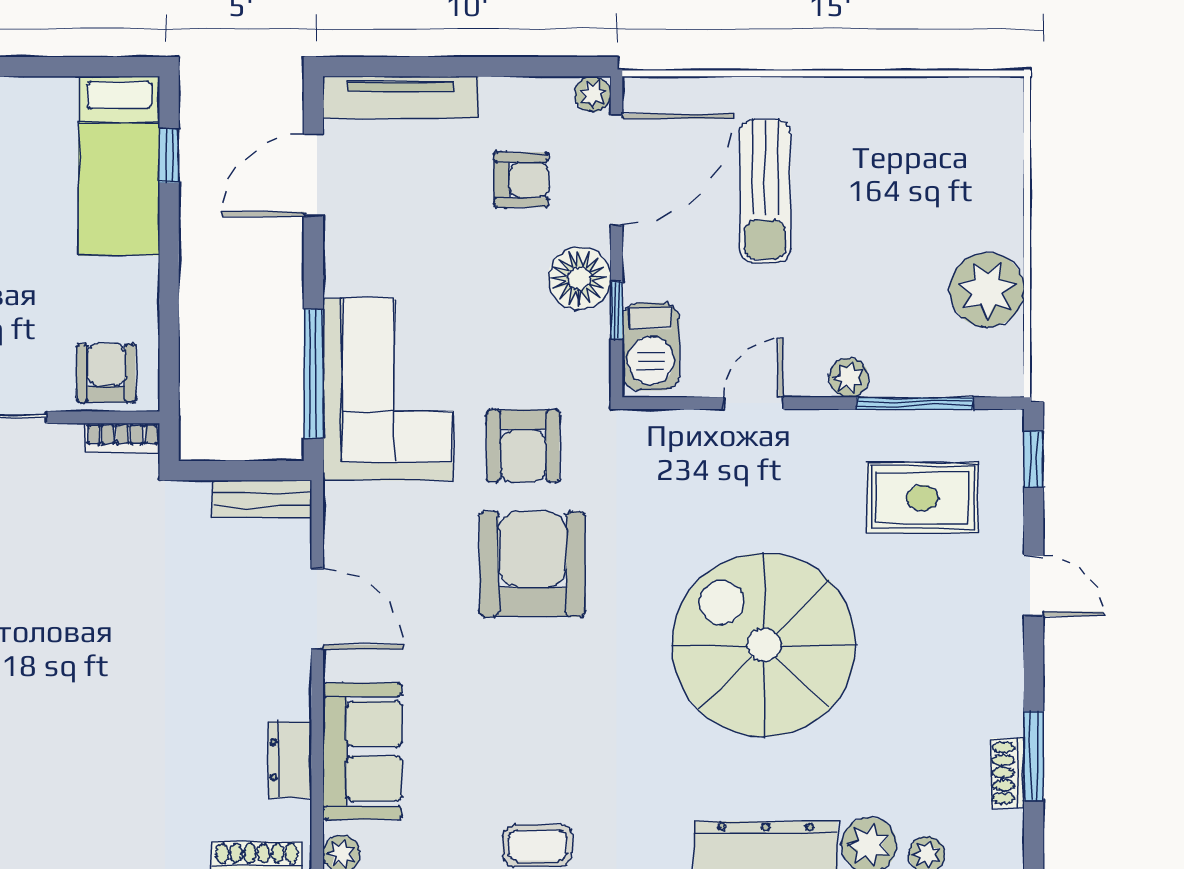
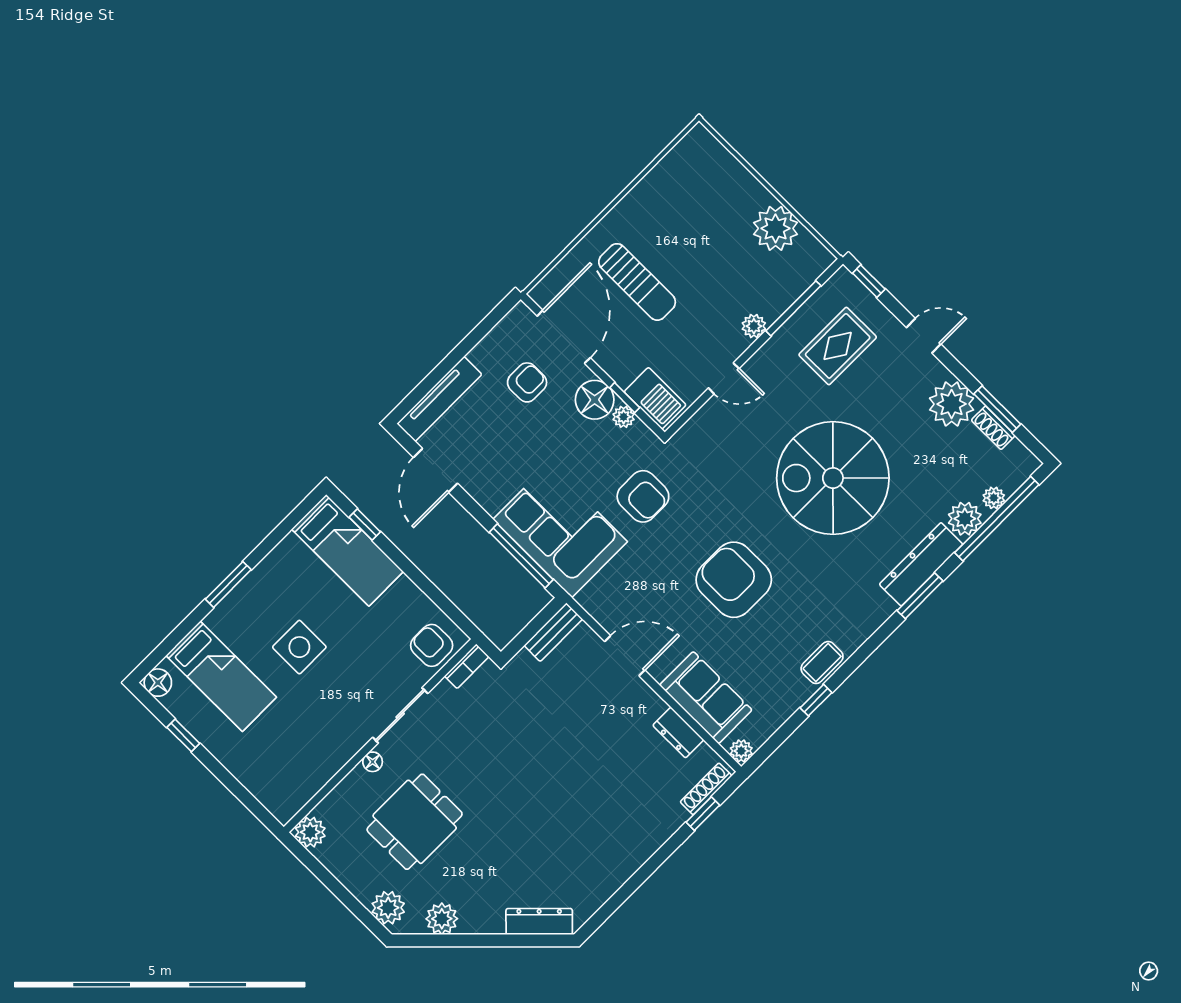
plant: (593, 94) -> (624, 417), moved
door: (753, 403) -> (724, 378), swing flipped
armchair: (532, 564) -> (734, 580), moved
plant: (987, 697) -> (952, 404), added

